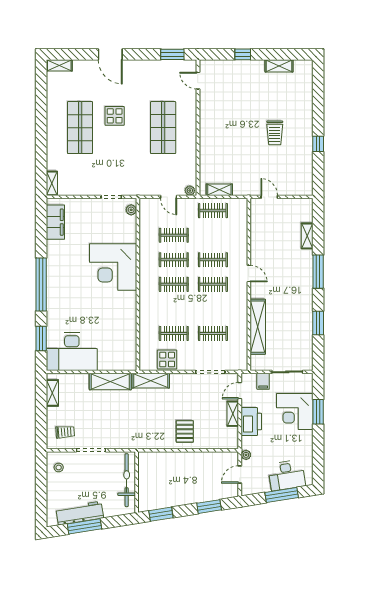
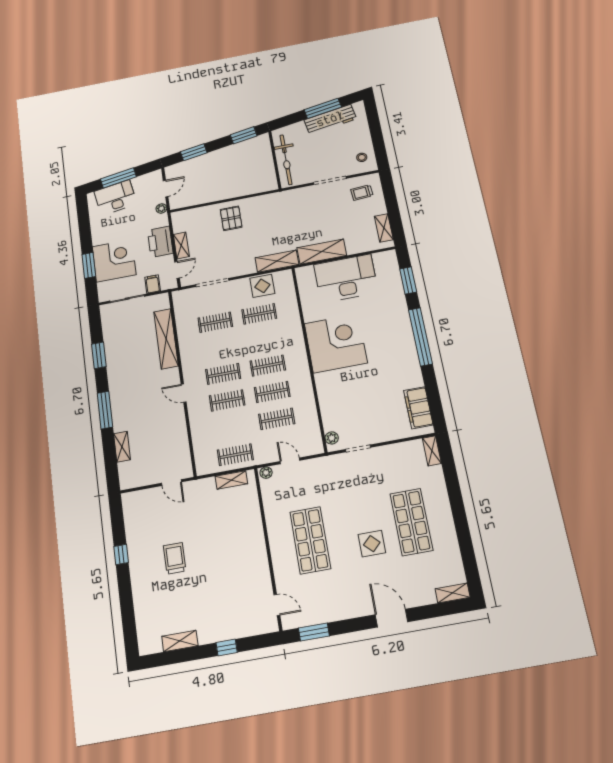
corner desk: (113, 267) -> (336, 343), moved
desk: (72, 352) -> (346, 278), moved

